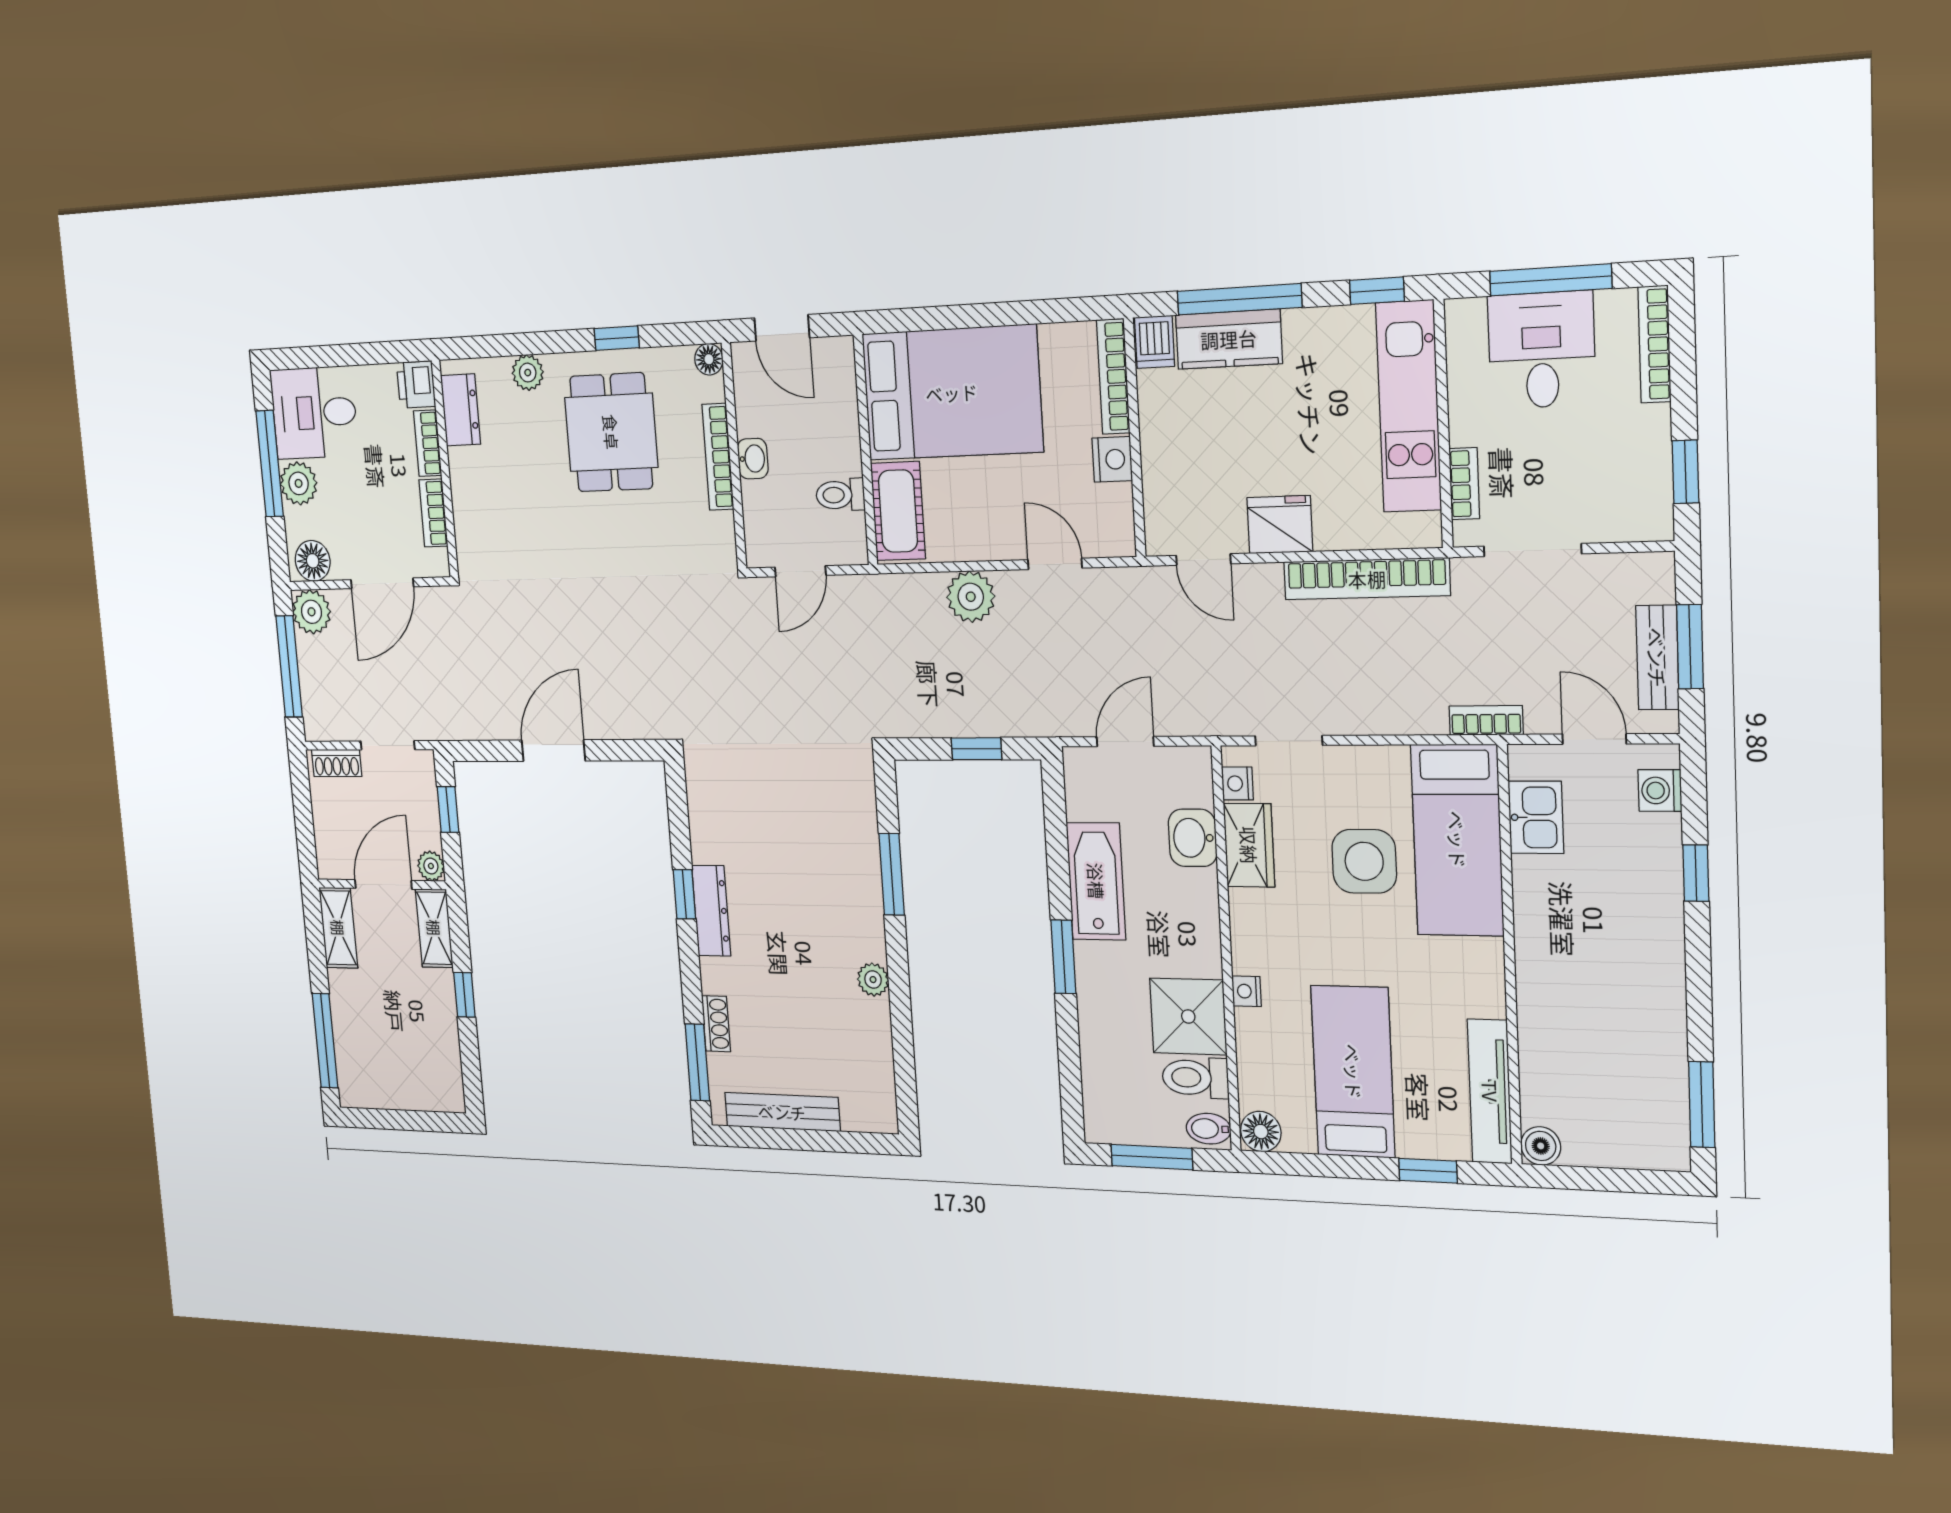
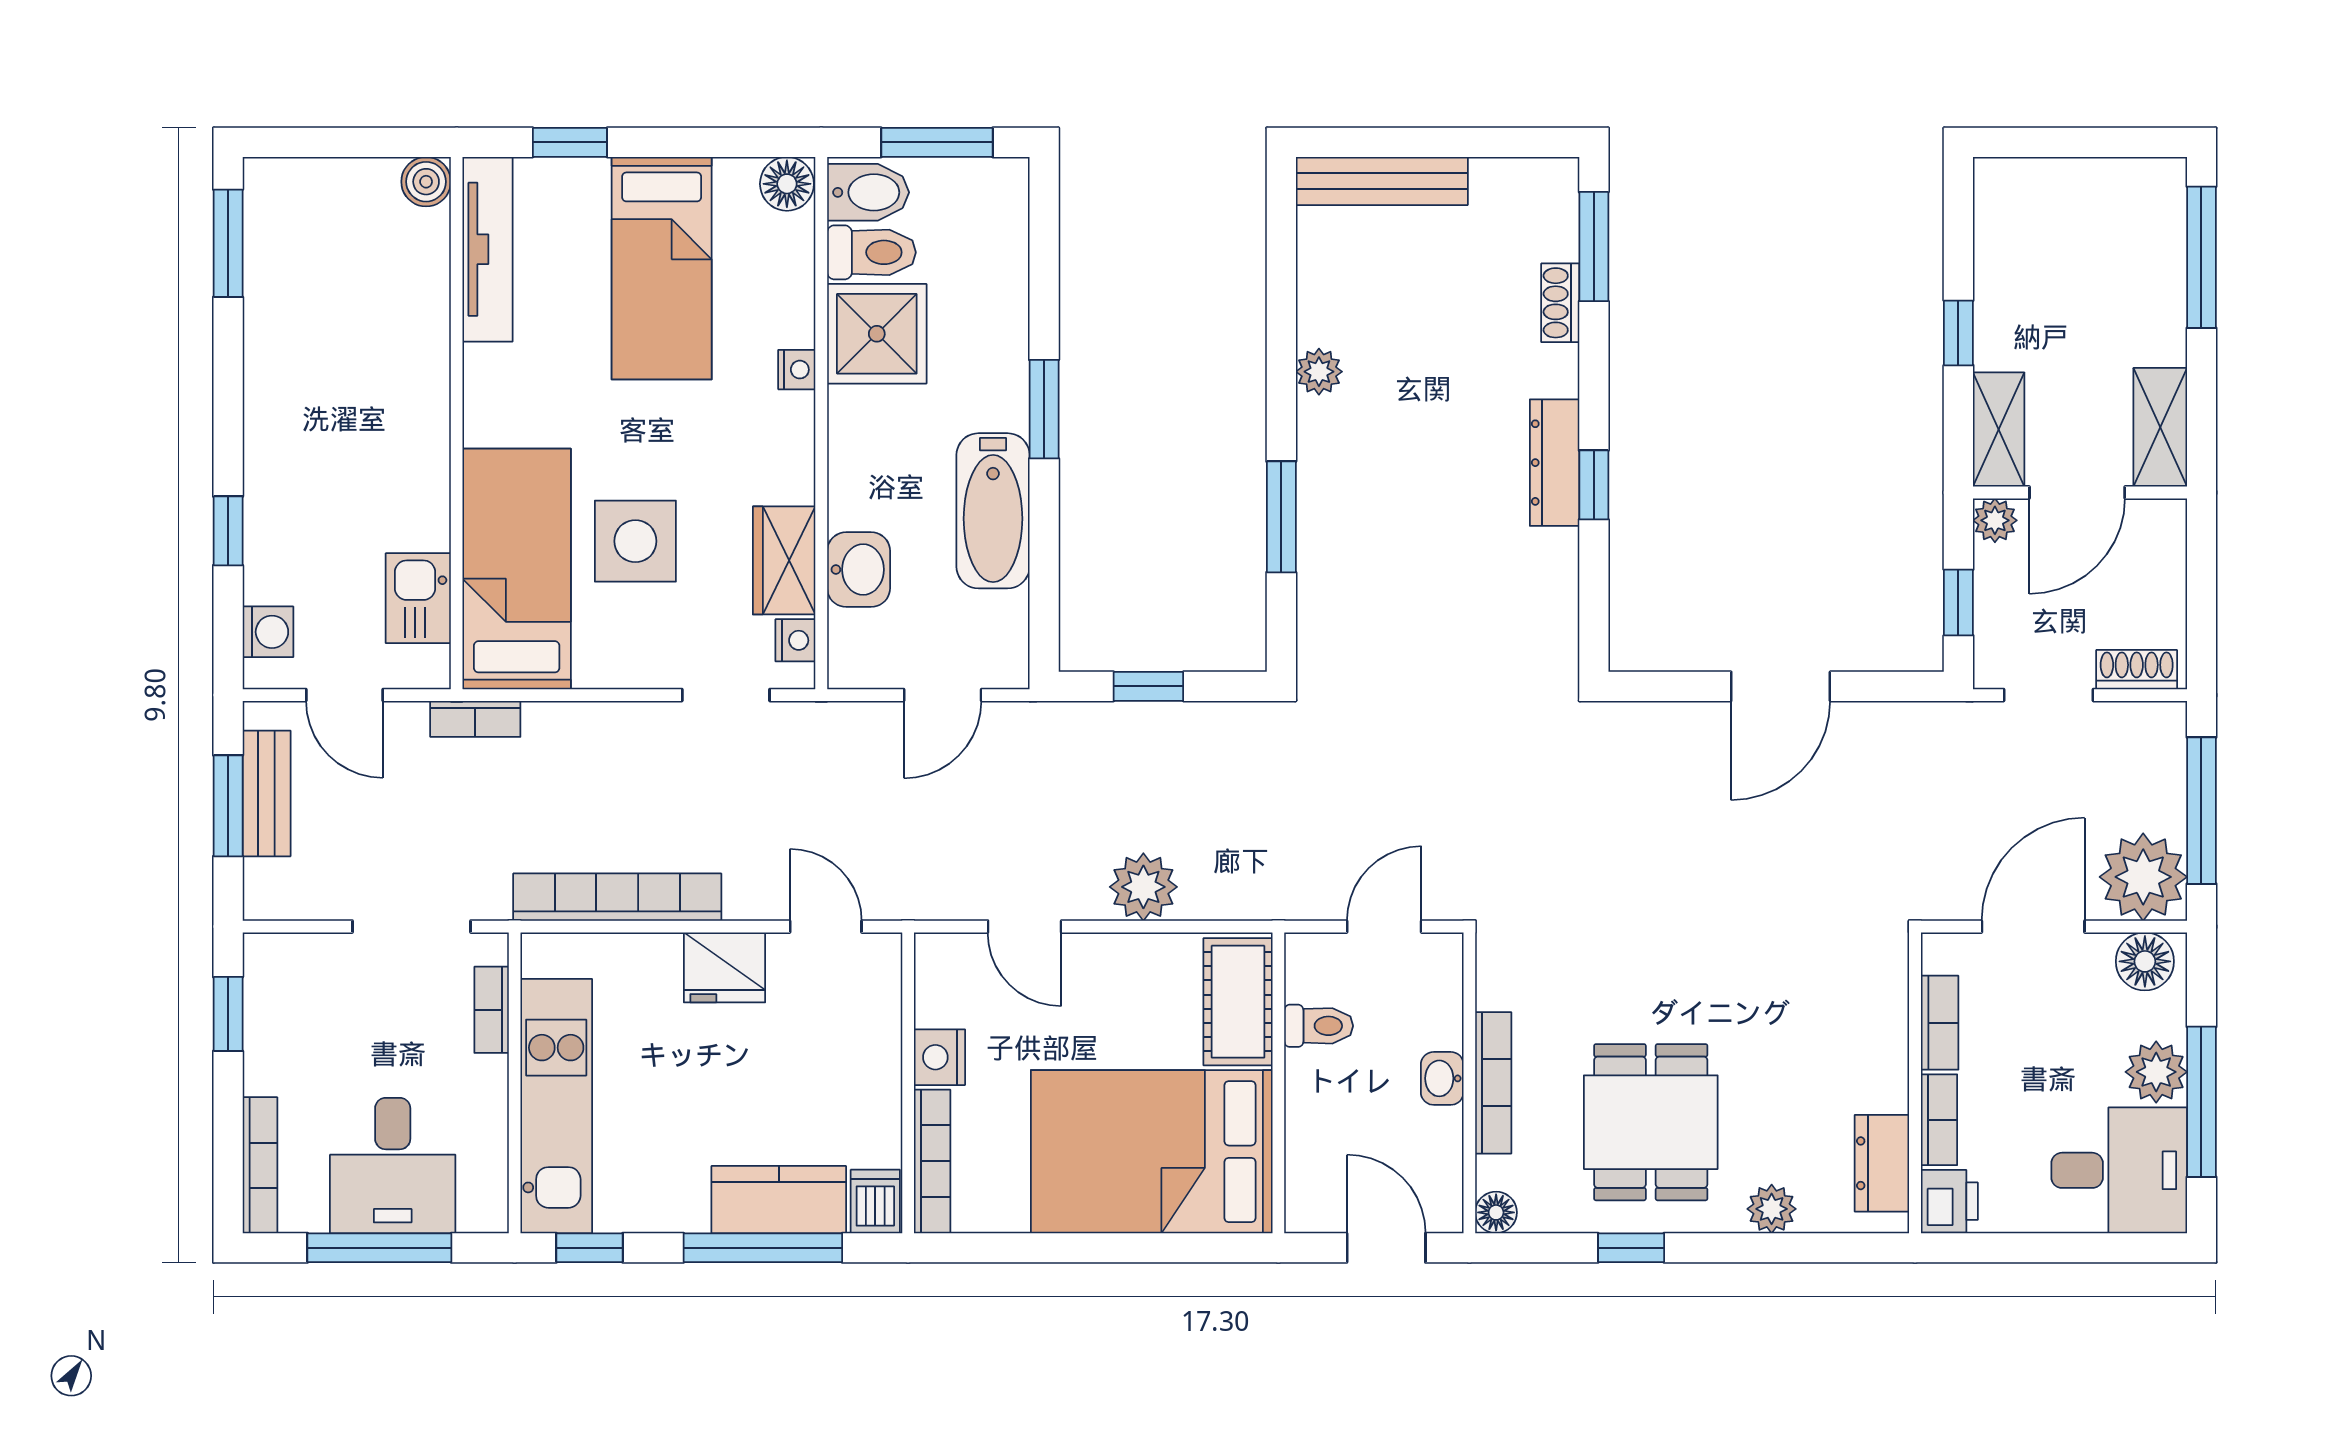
plant: (311, 612) -> (2143, 877), width x1.36, depth x1.36
bench: (782, 1112) -> (1382, 181), moved
bidet: (1209, 1129) -> (868, 192), width x1.38, depth x1.36

